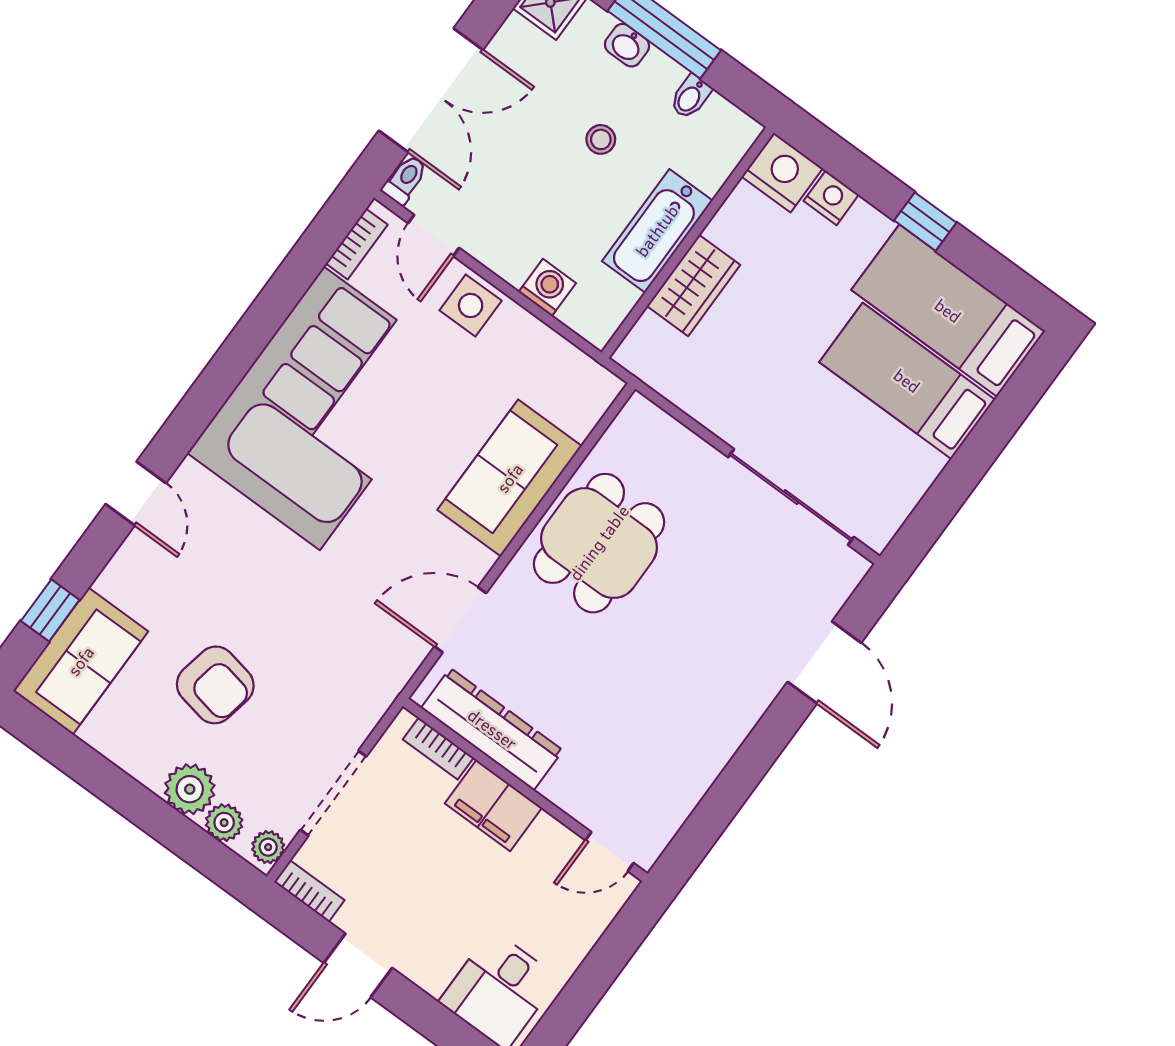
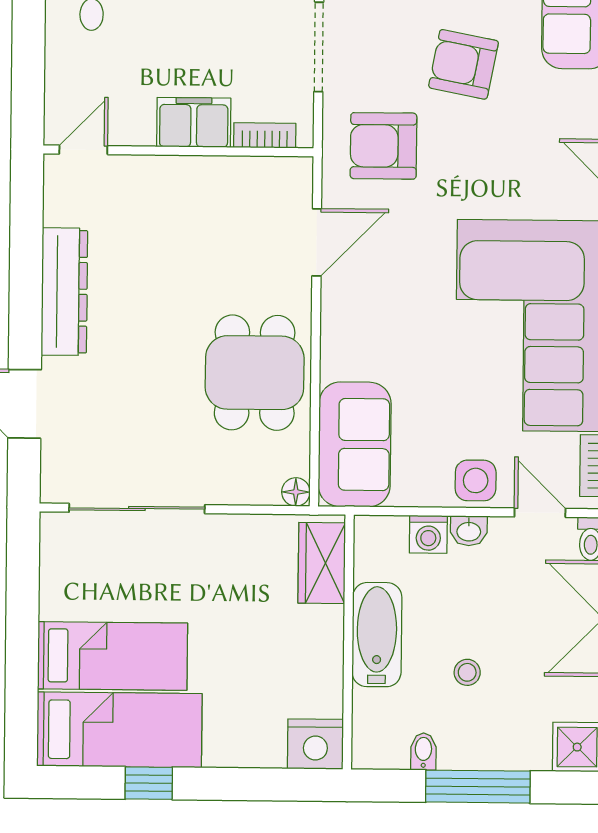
washbasin: (627, 45) -> (469, 531), moved, turned 180
nightstand: (831, 198) -> (266, 751), removed
window: (925, 222) -> (149, 783), moved
wardrobe: (693, 285) -> (322, 563), moved
floor lamp: (638, 410) -> (296, 492), added
sofa: (510, 478) -> (355, 444), moved
armchair: (339, 663) -> (383, 146), added
dresser: (492, 729) -> (64, 292), moved, turned -90

